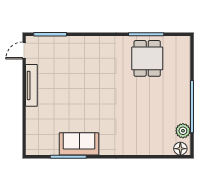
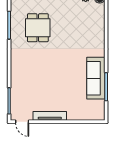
dining table: (147, 58) -> (38, 28), moved, turned 90
sofa: (79, 144) -> (96, 78), width x1.36

